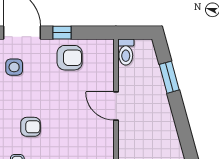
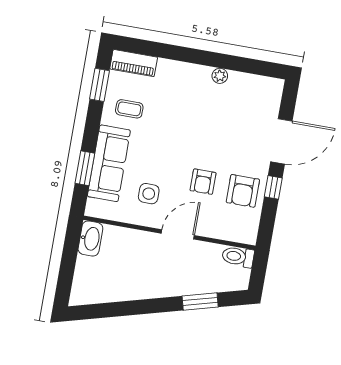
side table: (14, 67) -> (149, 194), moved
armchair: (31, 127) -> (203, 182), moved

